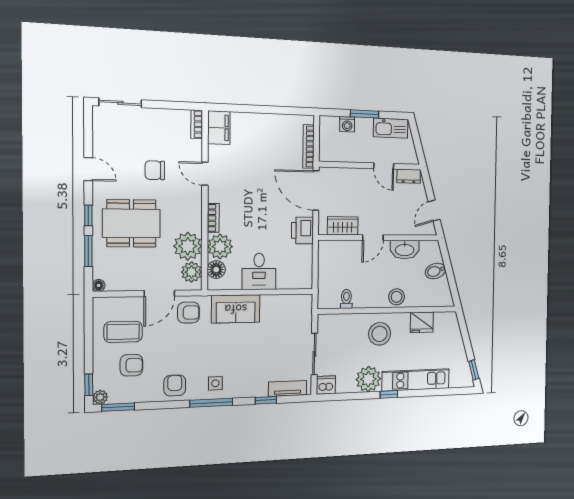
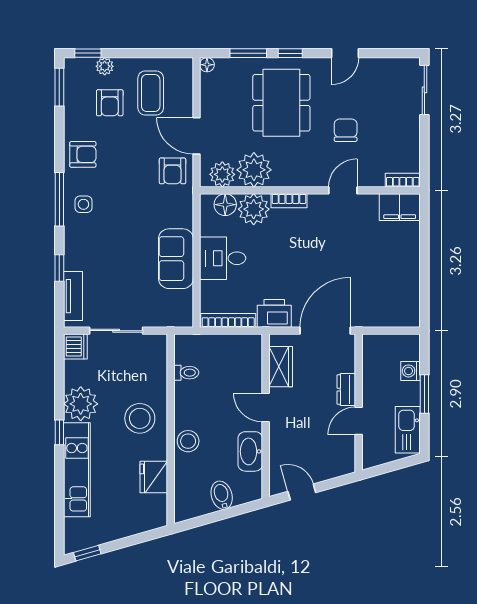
bookcase: (309, 146) -> (228, 320), moved
dresser: (409, 176) -> (346, 390), moved
sofa: (236, 309) -> (176, 259), moved
plant: (100, 397) -> (105, 66), moved

